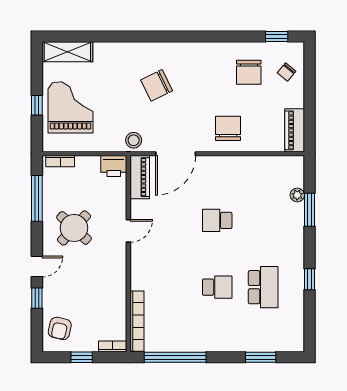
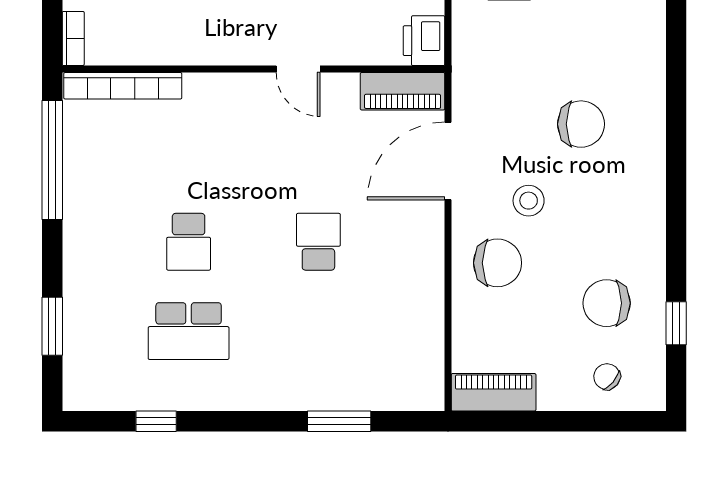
window: (277, 36) -> (676, 323), moved
chair: (157, 85) -> (581, 124), turned 116
stool: (134, 140) -> (529, 201), moved
door: (176, 154) -> (448, 161), hinge flipped
plant: (297, 195) -> (368, 397), removed
window: (309, 279) -> (156, 421), moved

